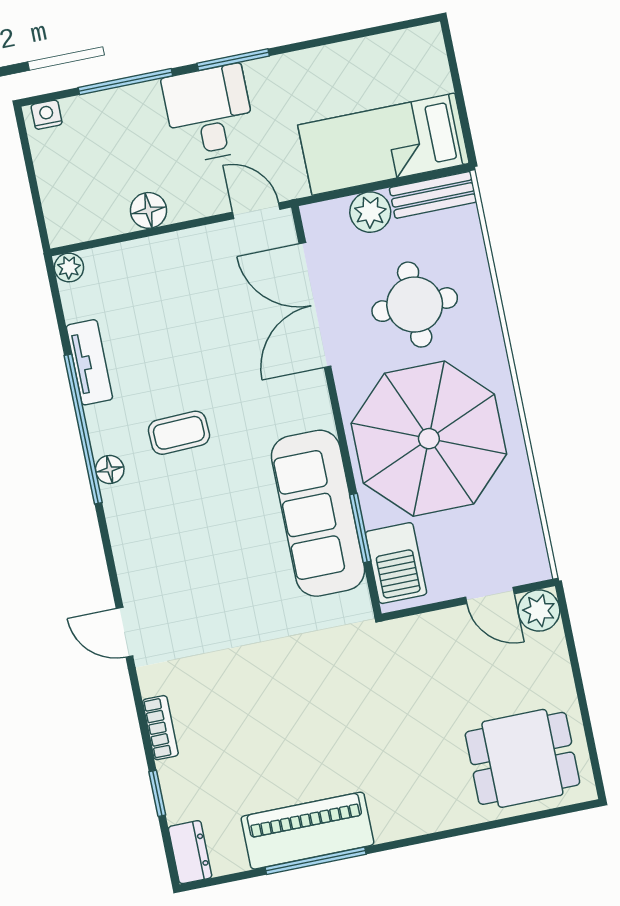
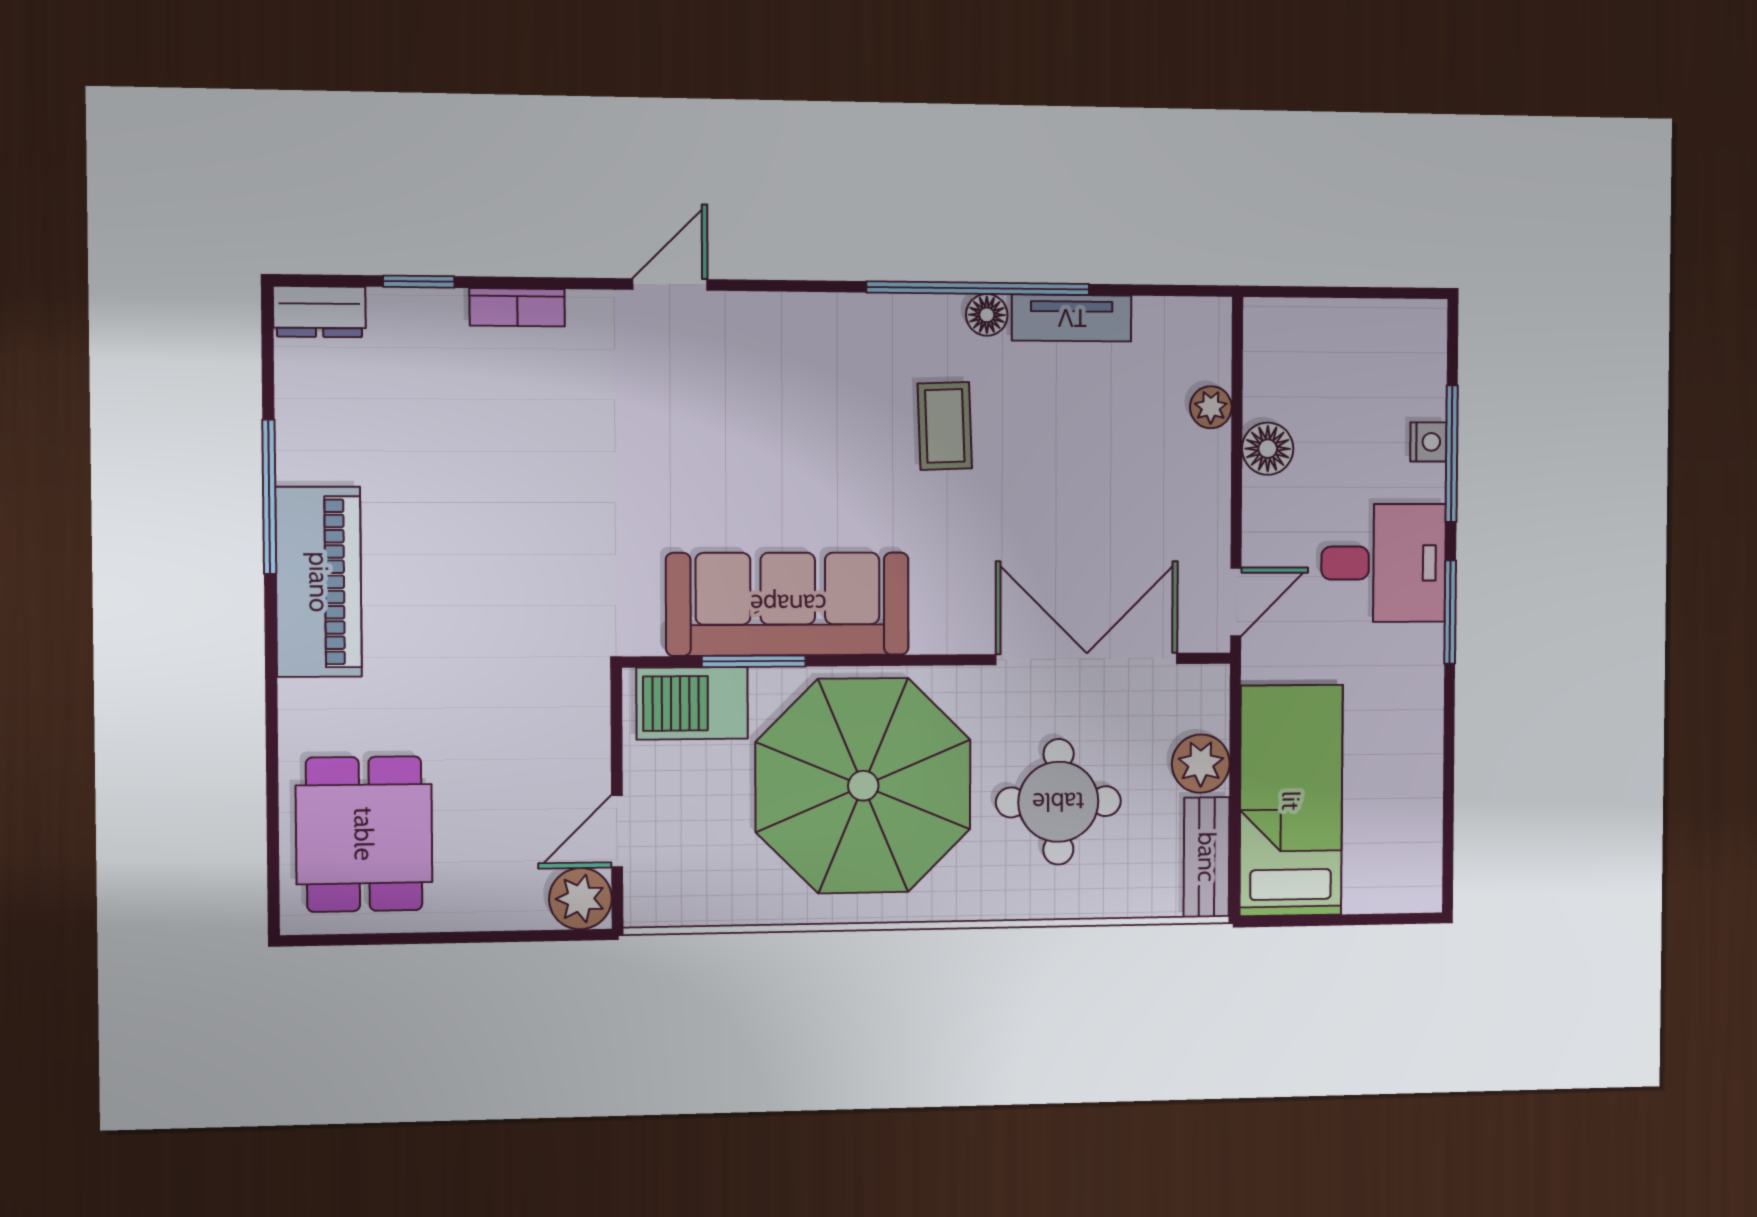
nightstand: (47, 115) -> (1428, 442), moved
plant: (69, 268) -> (1211, 407), moved
floor lamp: (110, 469) -> (987, 315), moved
piano: (307, 831) -> (319, 582), moved

